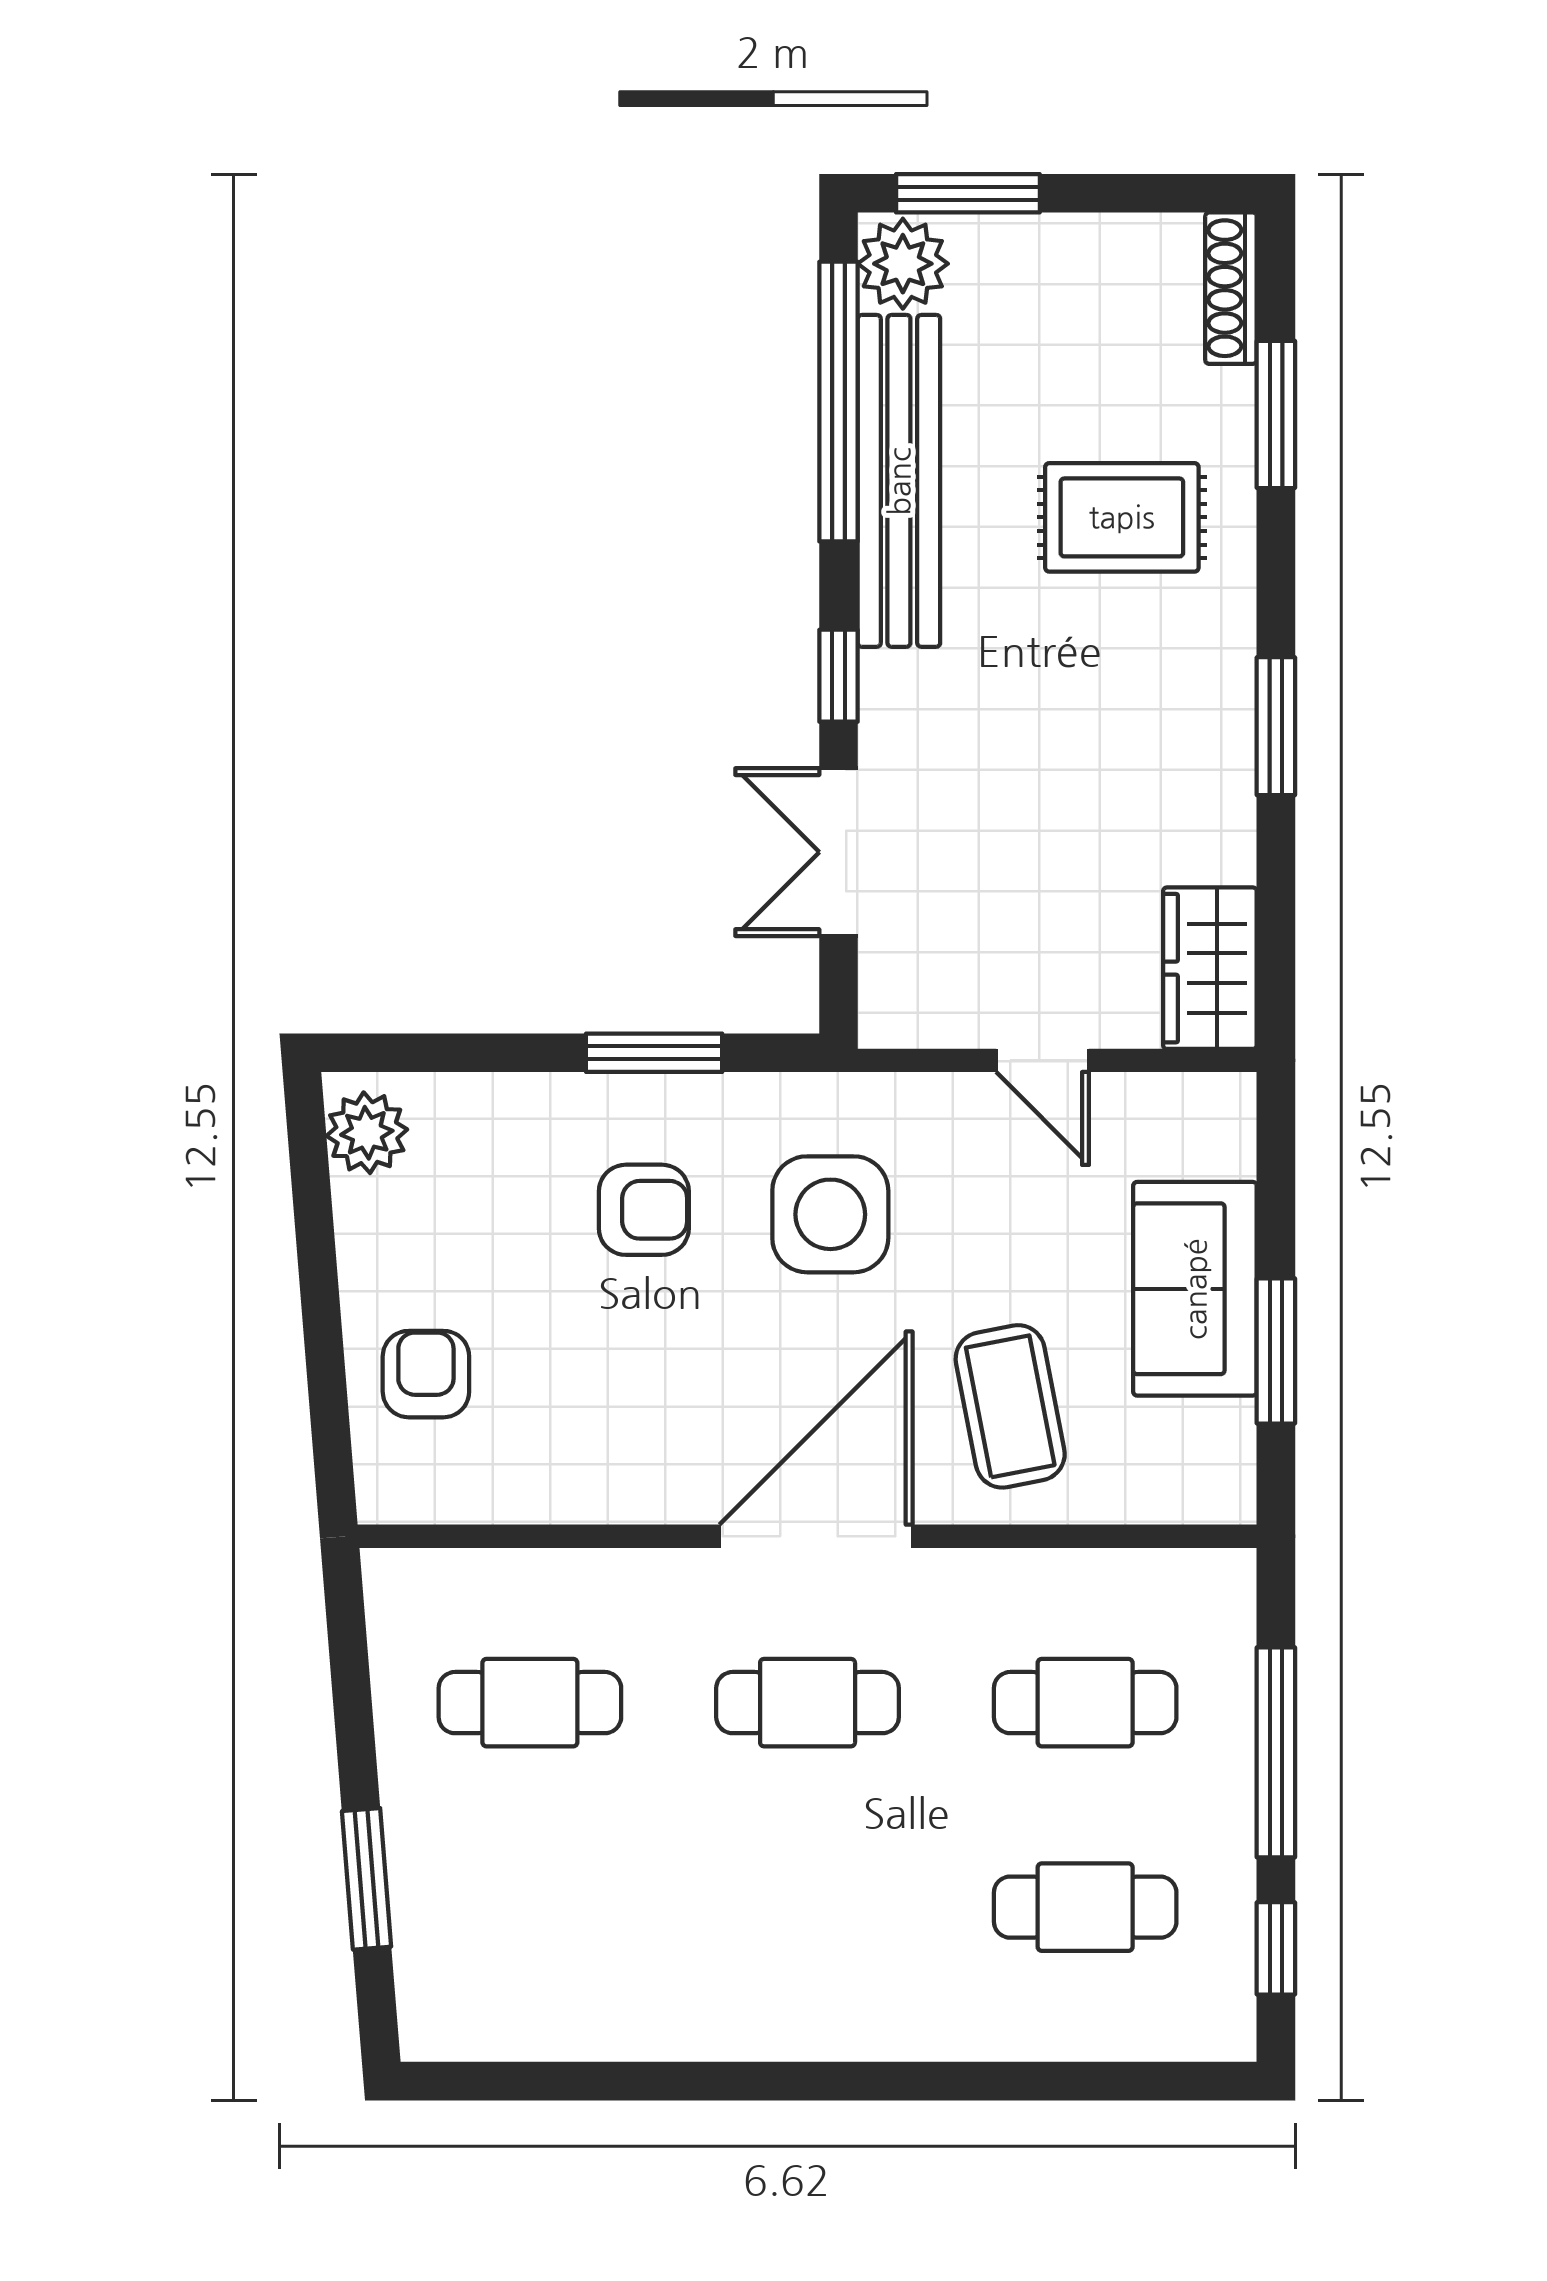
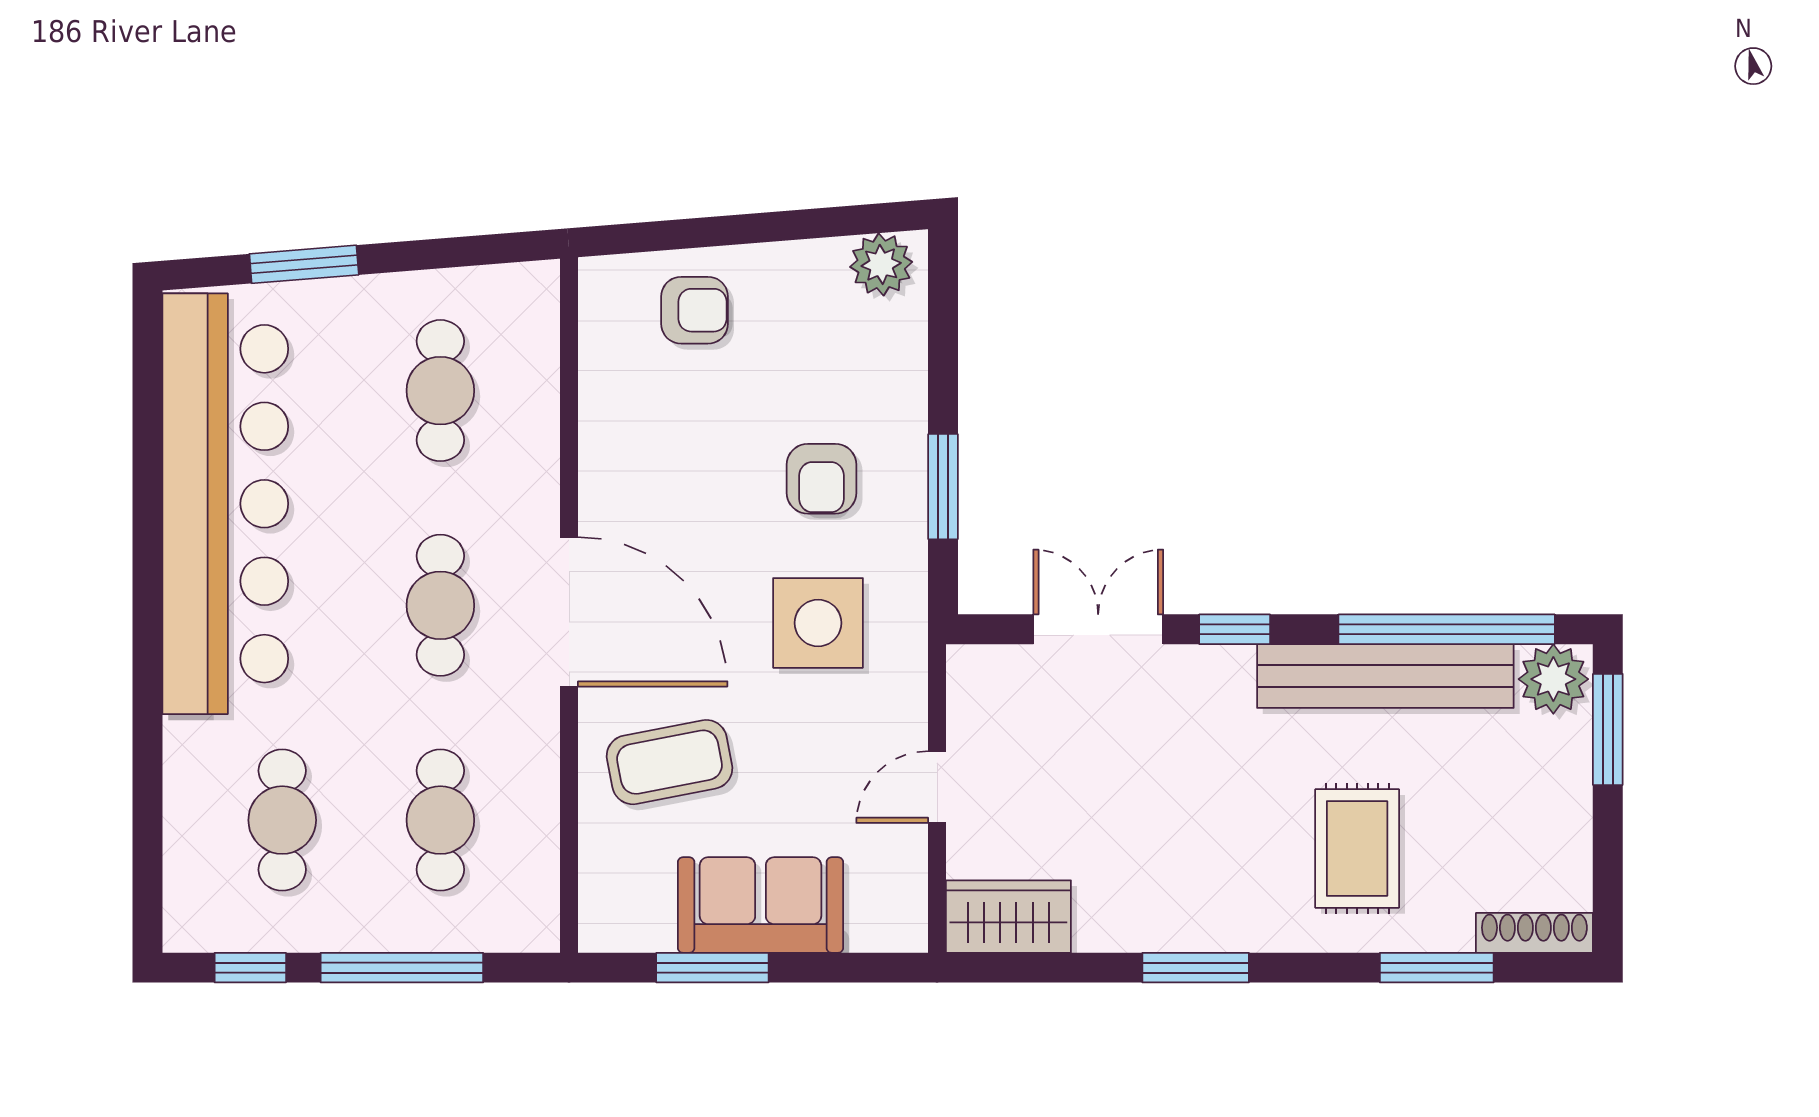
bar counter: (676, 1981) -> (225, 504), added

